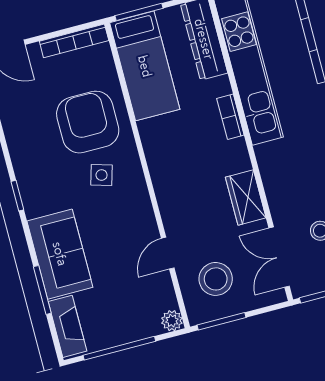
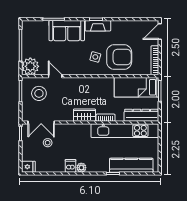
wardrobe: (246, 197) -> (84, 115), moved
double door: (279, 257) -> (41, 123), swing flipped
plant: (172, 321) -> (30, 66), width x1.88, depth x1.88
fireplace: (67, 326) -> (98, 26), moved

